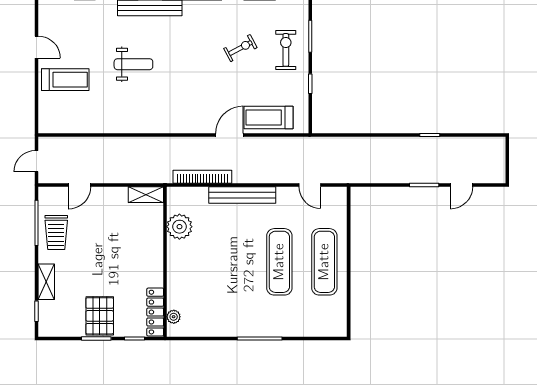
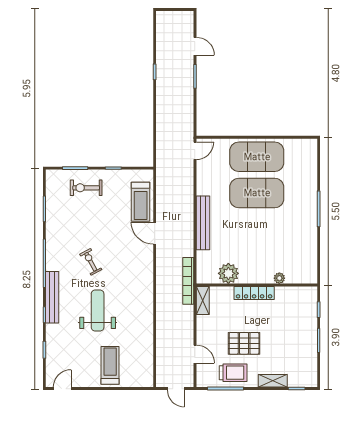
door: (37, 47) -> (62, 389), moved
exercise bike: (240, 48) -> (91, 262), moved
weight bench: (133, 64) -> (98, 311), width x1.36, depth x1.33
bookcase: (202, 177) -> (188, 281), moved
door: (310, 185) -> (195, 151), moved
exercise mat: (279, 262) -> (257, 193), width x1.47
exercise mat: (324, 262) -> (257, 157), width x1.47
locker: (155, 312) -> (254, 293), moved
pallet: (100, 316) -> (244, 343), moved
plant: (174, 317) -> (279, 278), moved

